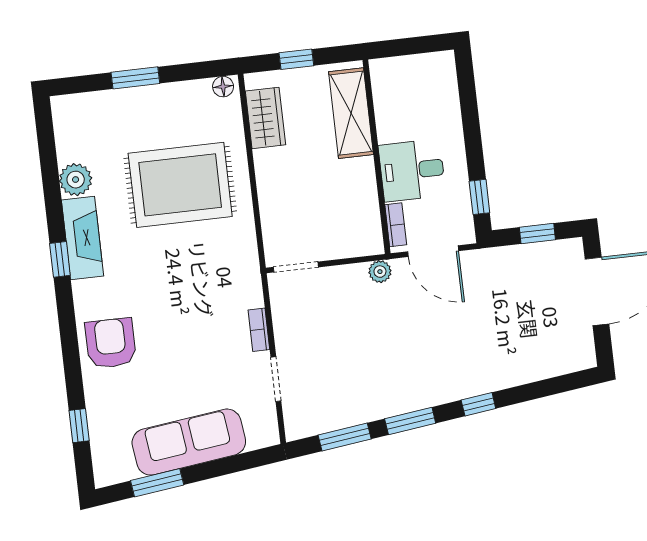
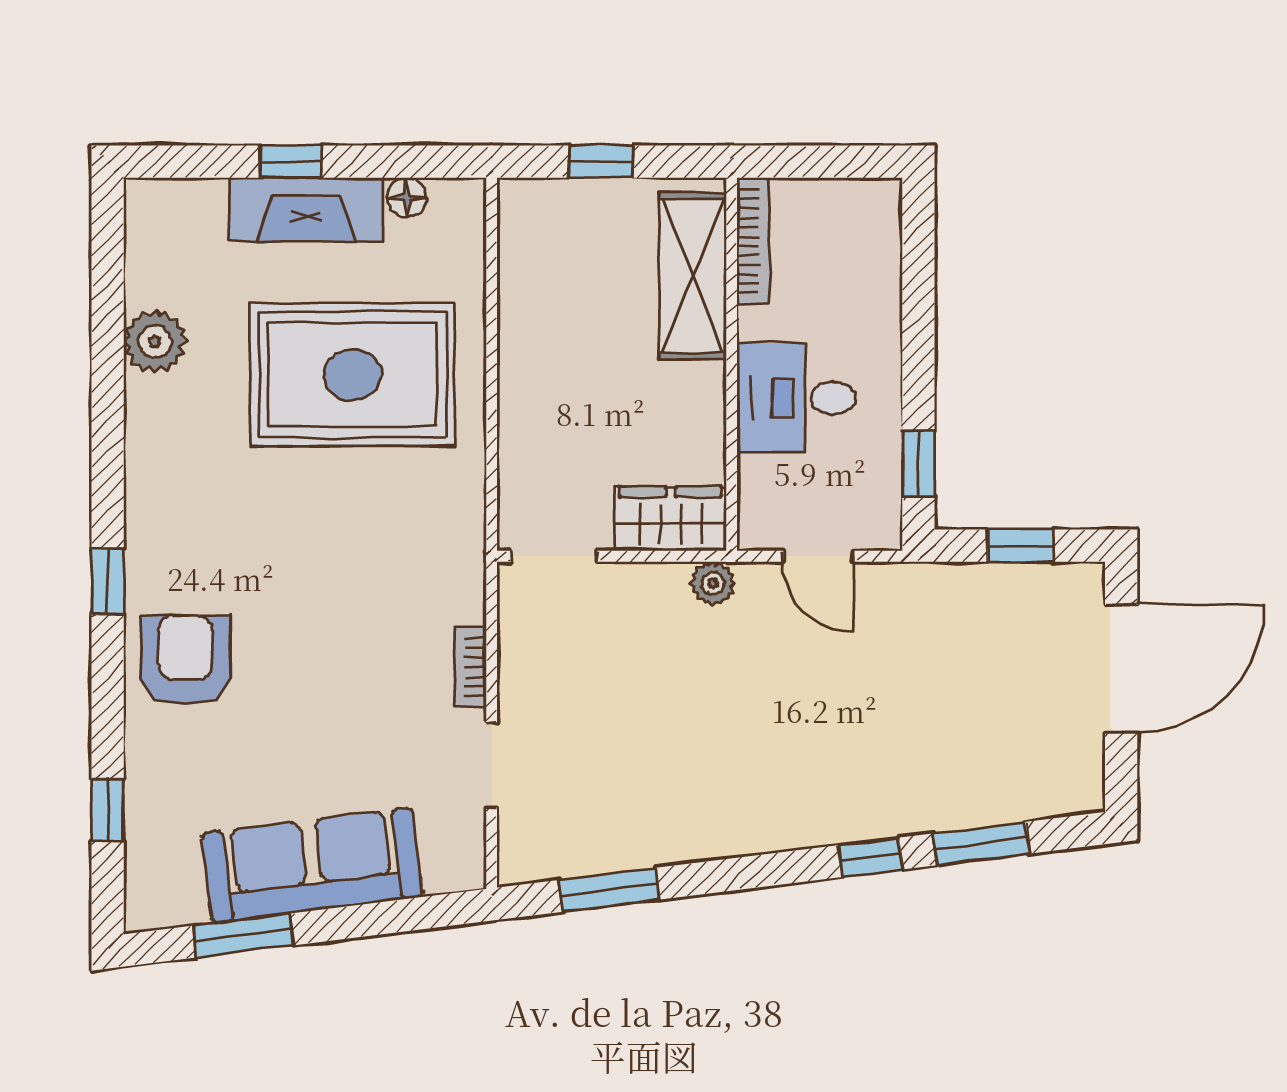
window: (135, 78) -> (291, 162), width x0.67
floor lamp: (223, 87) -> (407, 197), moved
wardrobe: (265, 118) -> (671, 519), moved, turned -90
bookcase: (396, 225) -> (753, 241), moved, width x1.56
fireplace: (83, 238) -> (306, 209), moved, turned 90
door: (433, 251) -> (819, 556), width x0.73
window: (60, 259) -> (108, 581), moved
window: (410, 421) -> (982, 843), moved

